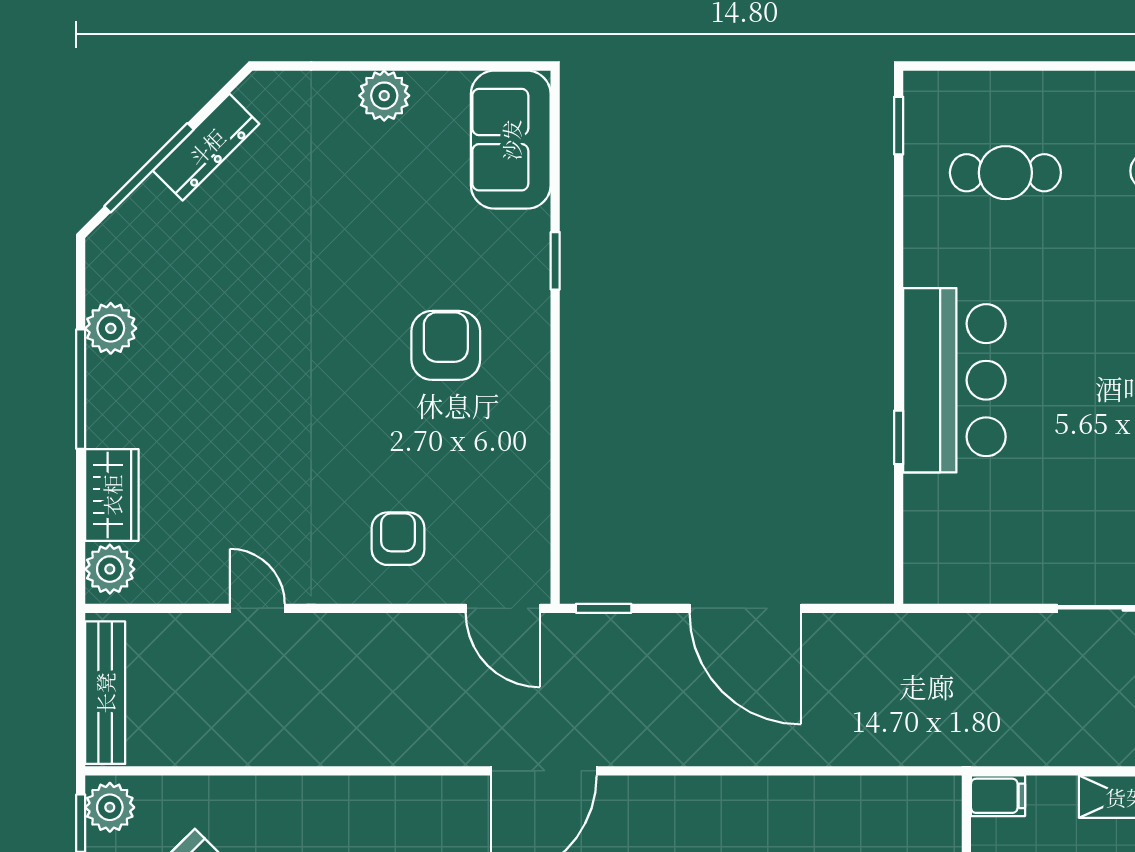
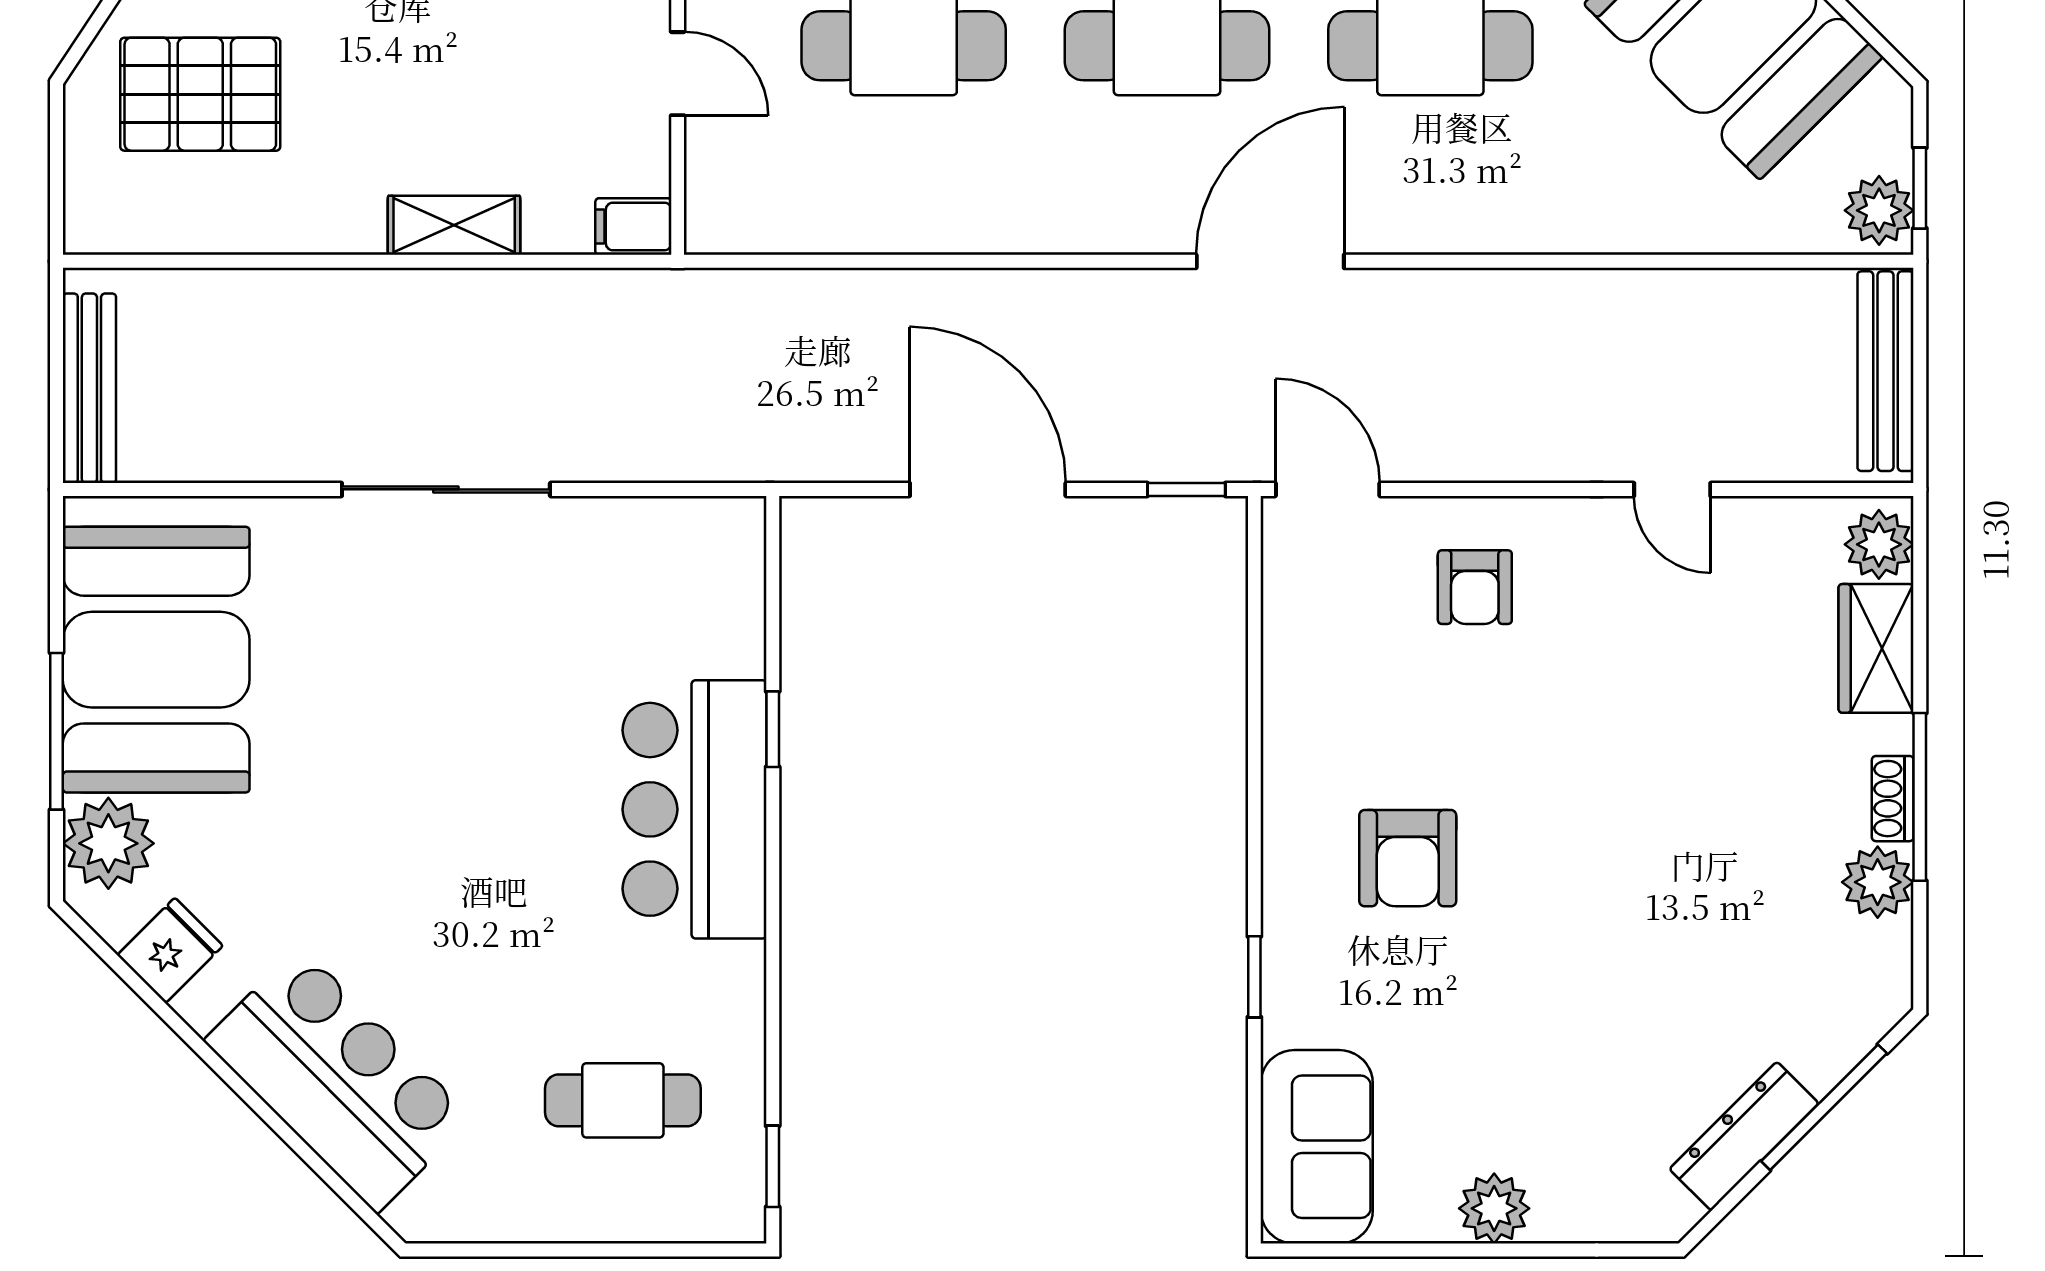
shoe rack: (100, 388) -> (1893, 799), added

